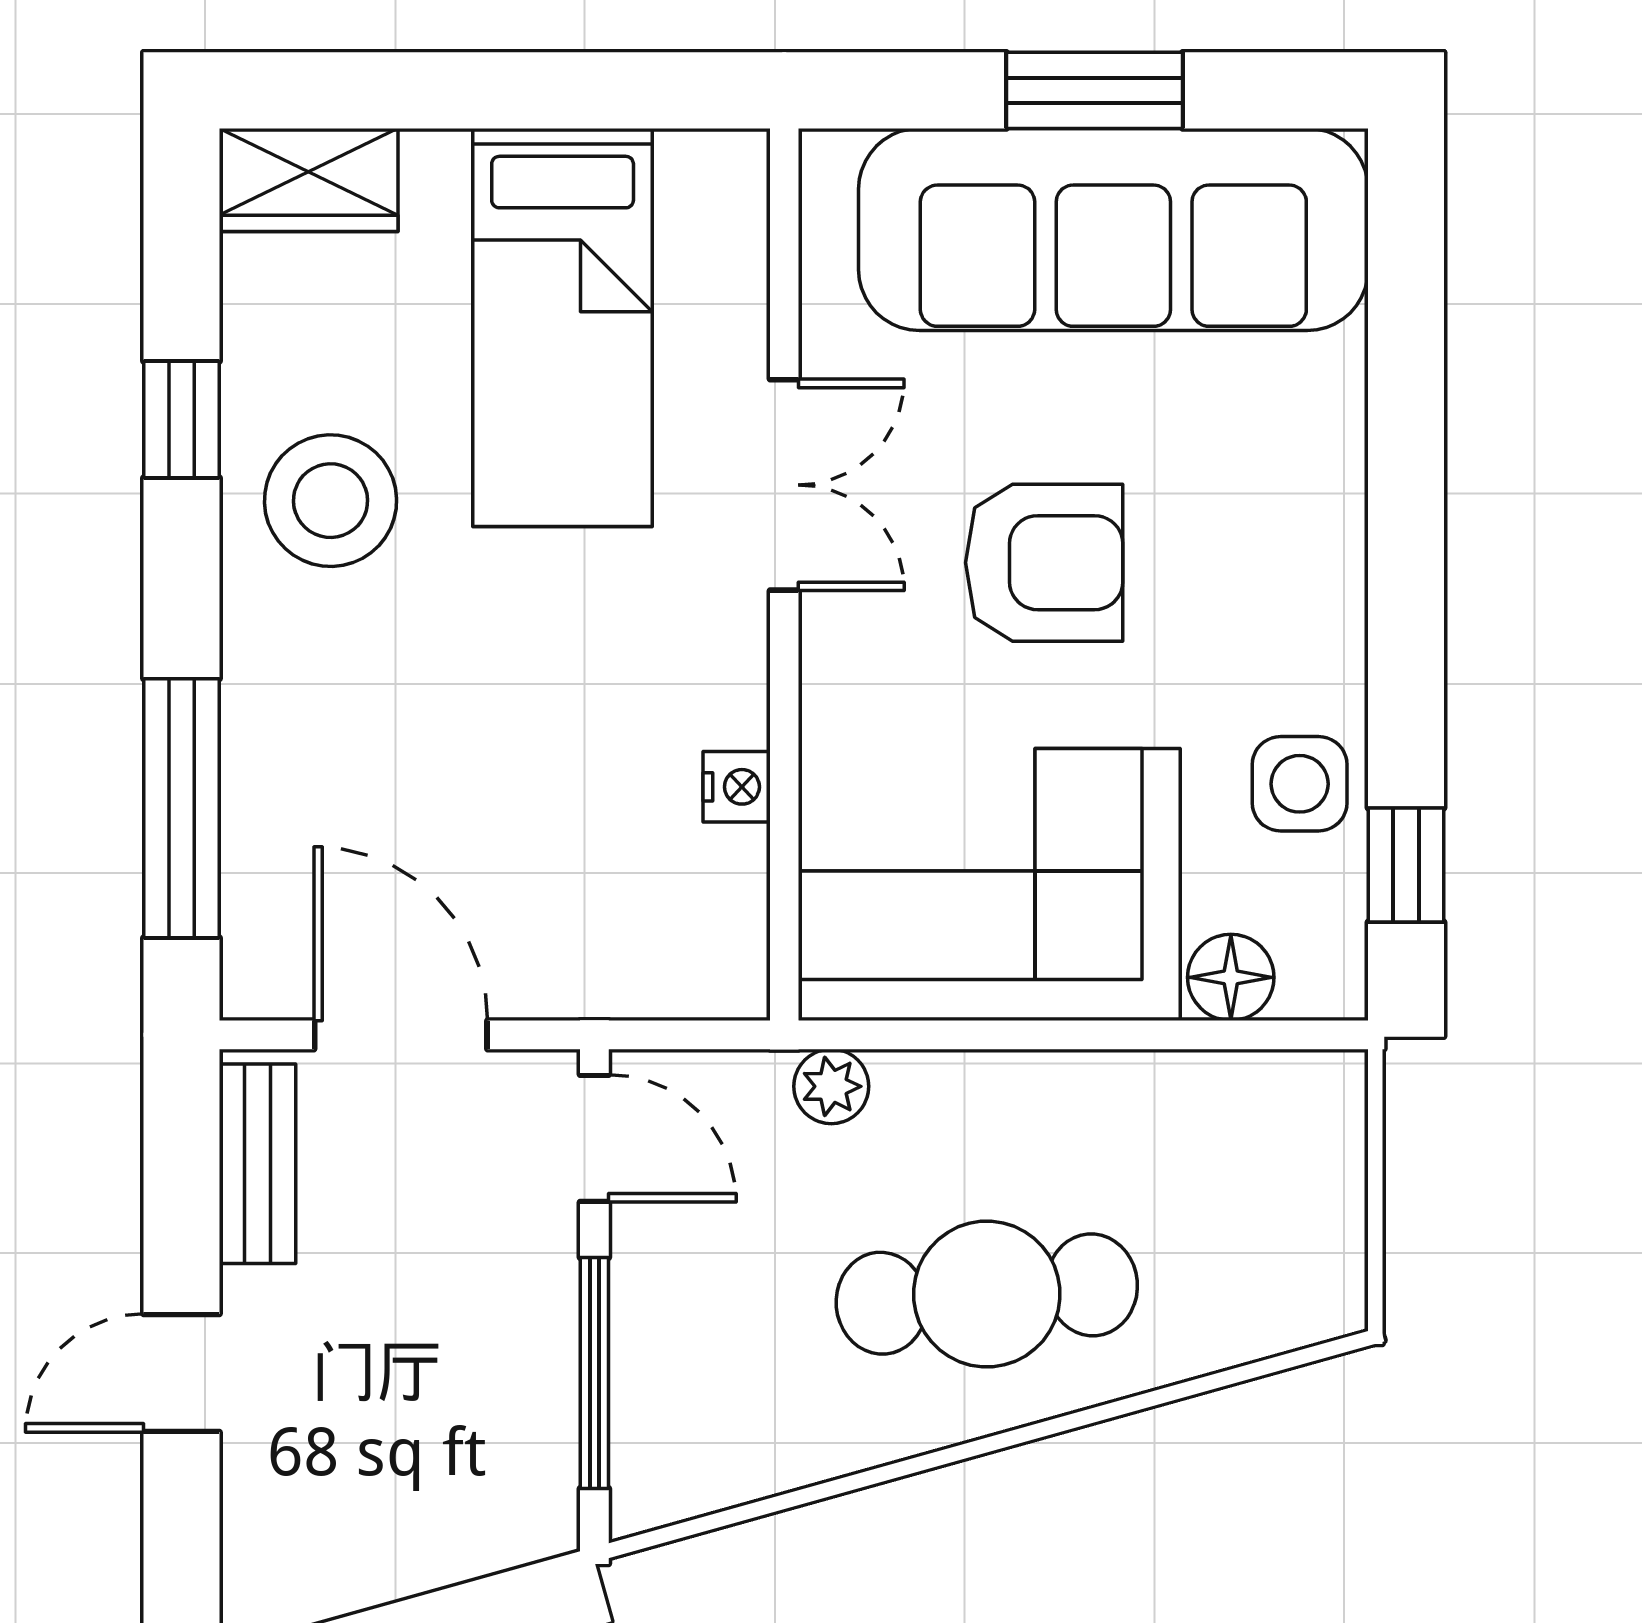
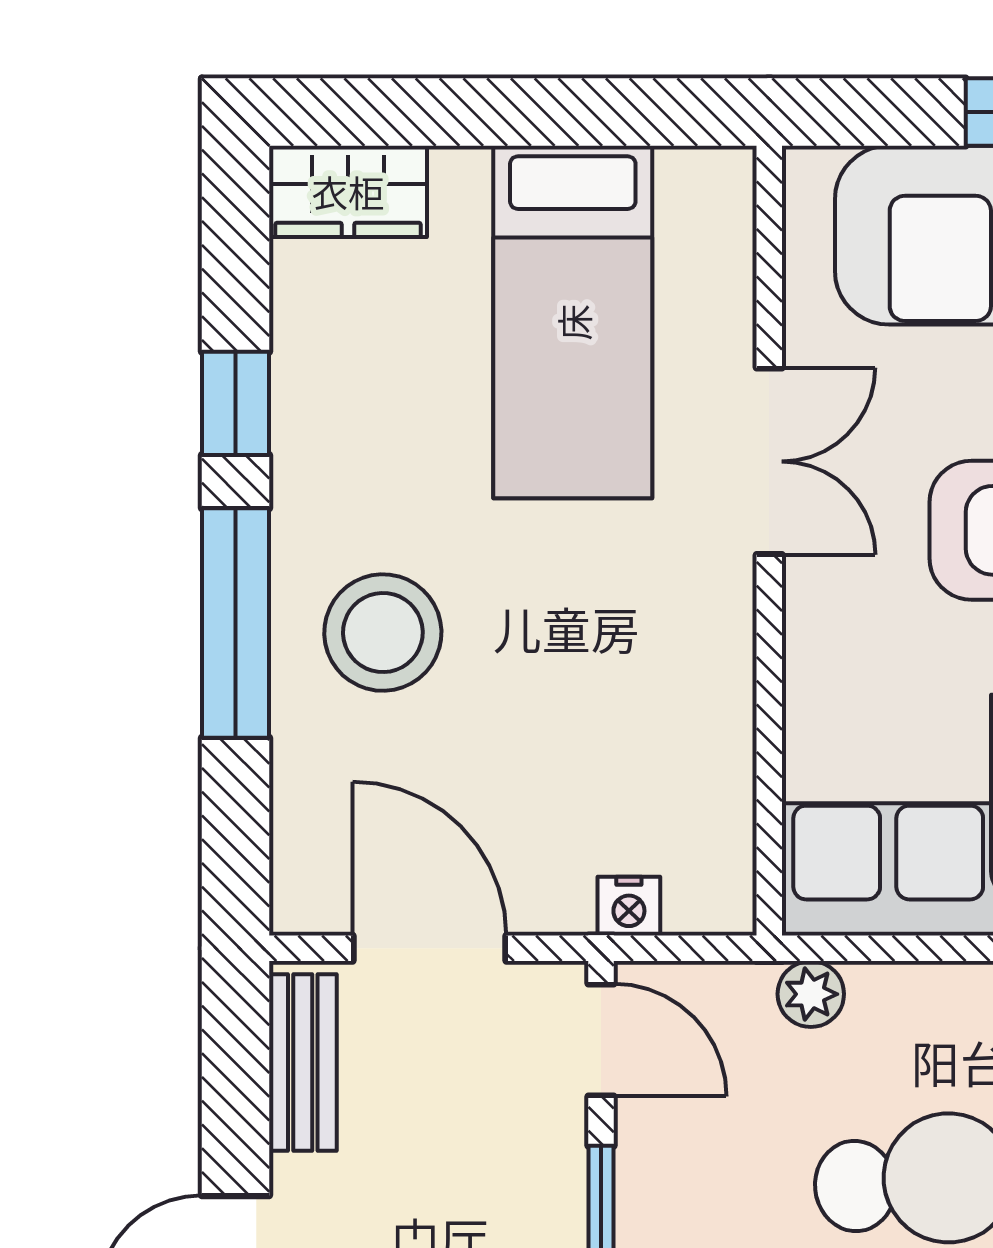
stool: (331, 501) -> (383, 633), moved
nightstand: (737, 787) -> (629, 906), moved, turned 90
window: (182, 808) -> (235, 623), moved

